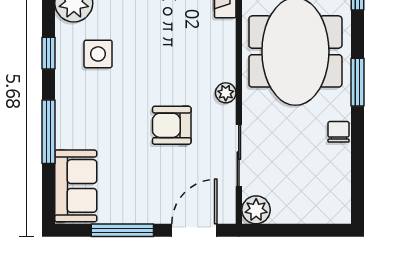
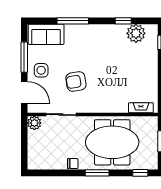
window: (49, 53) -> (123, 21), moved
side table: (98, 54) -> (41, 70), moved
plant: (226, 93) -> (92, 108), removed
armchair: (172, 125) -> (76, 81), turned -99

